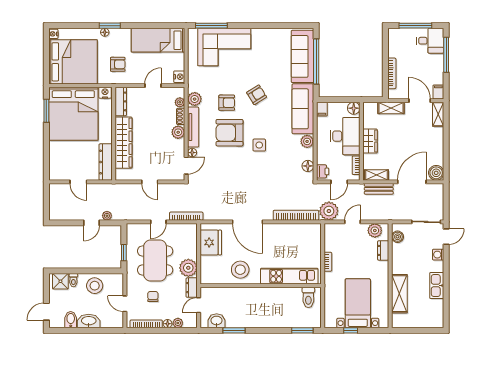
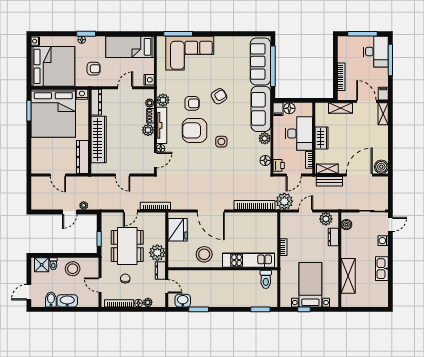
desk: (430, 41) -> (376, 52), width x1.37
floor lamp: (354, 108) -> (289, 108), moved
door: (199, 305) -> (167, 286), swing flipped

